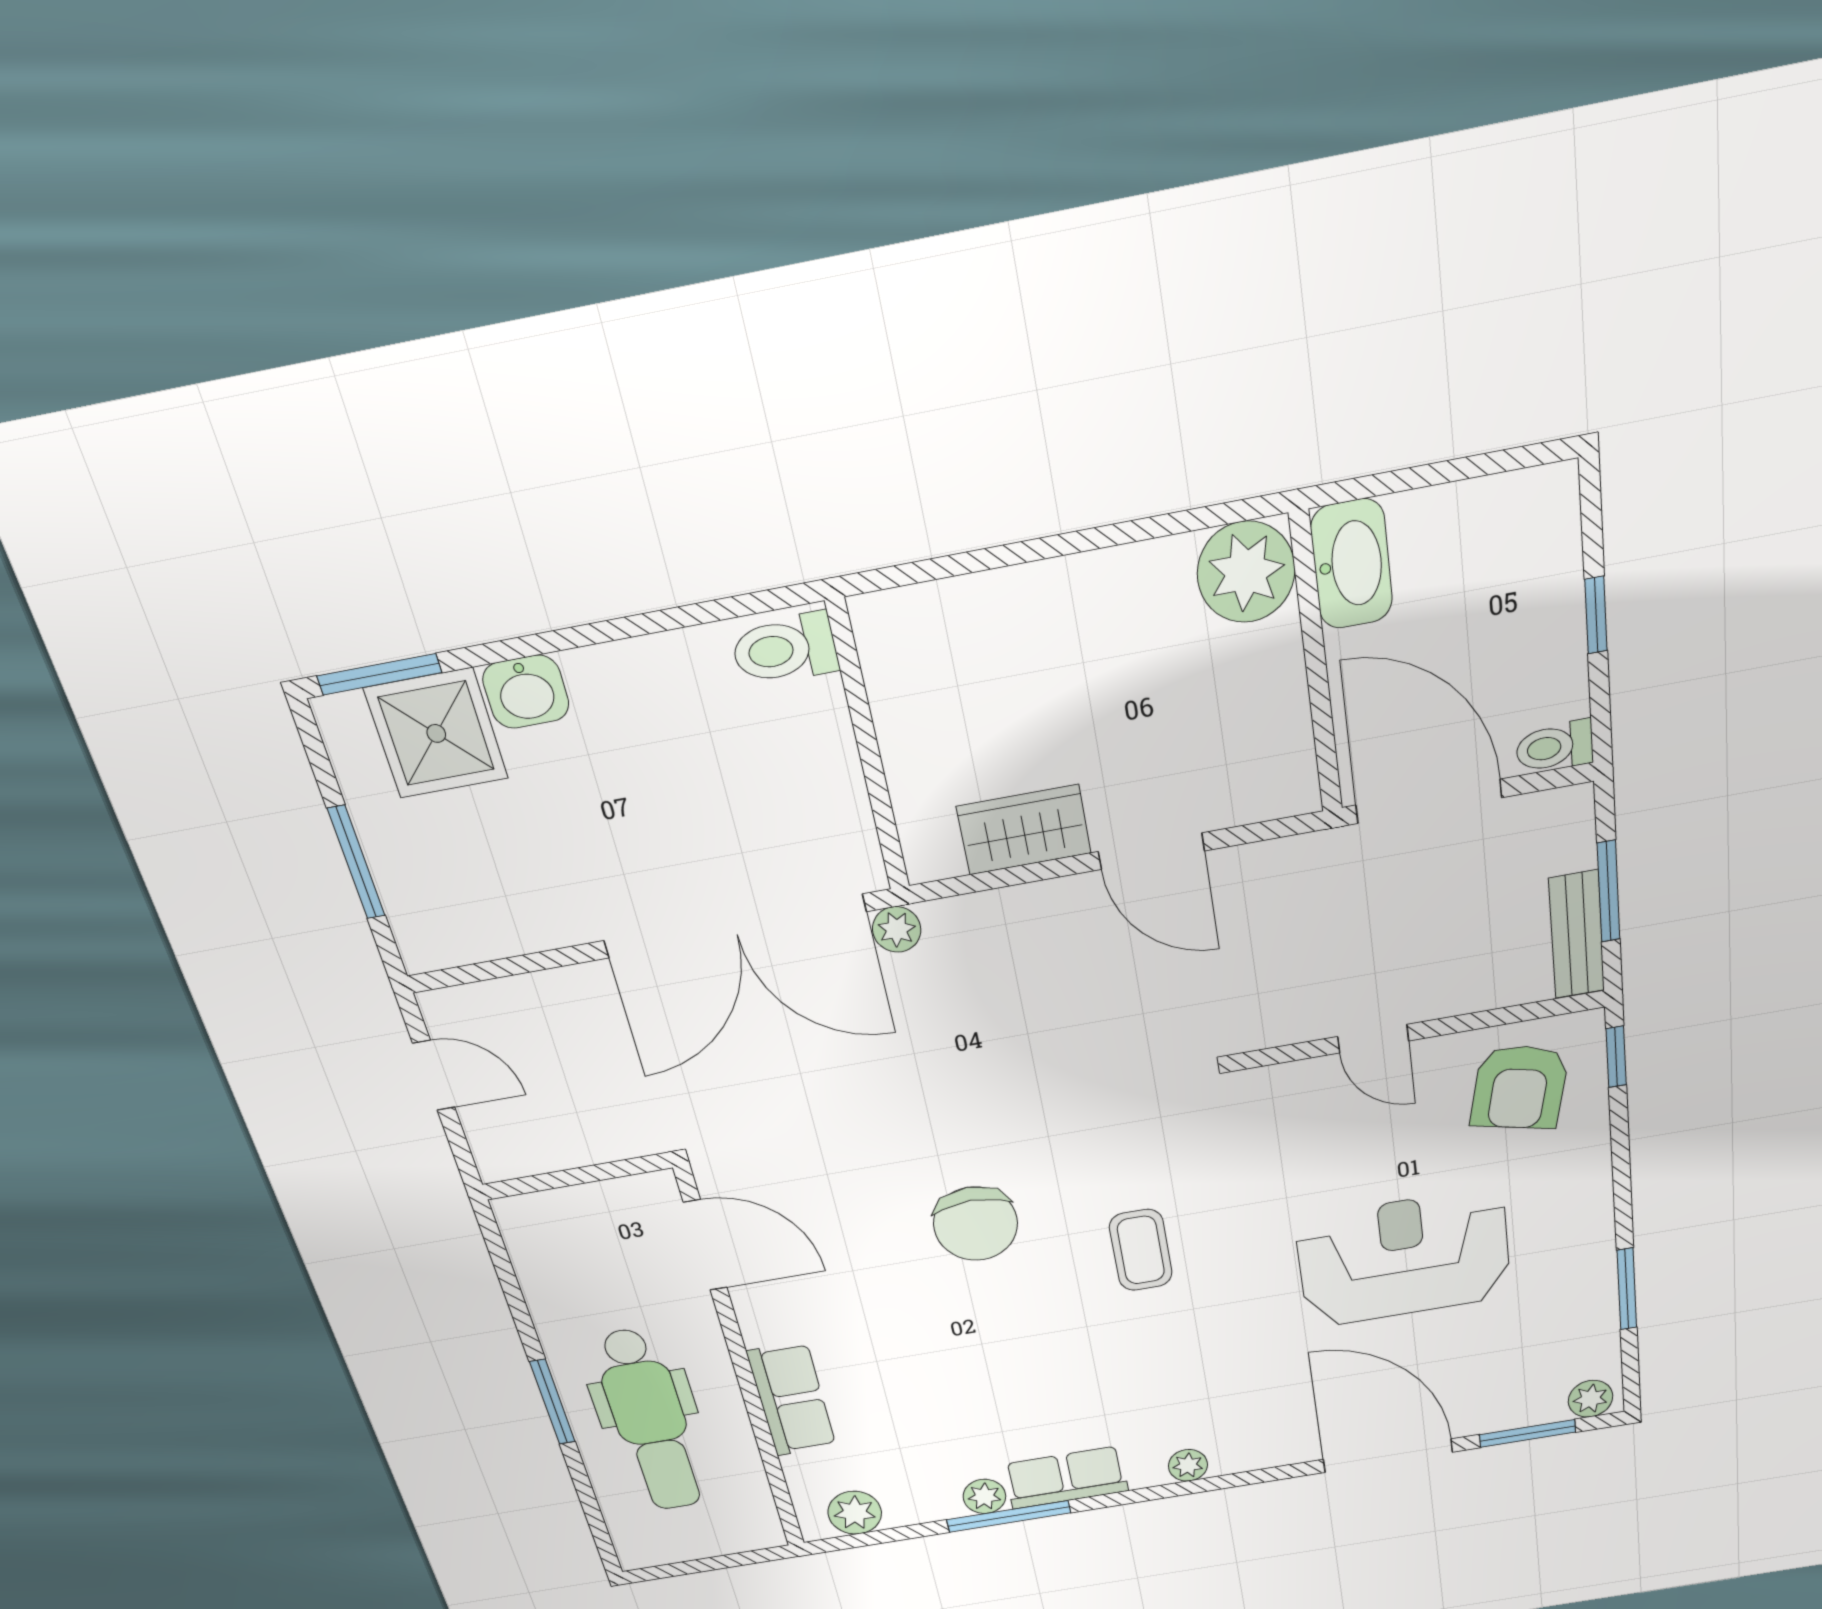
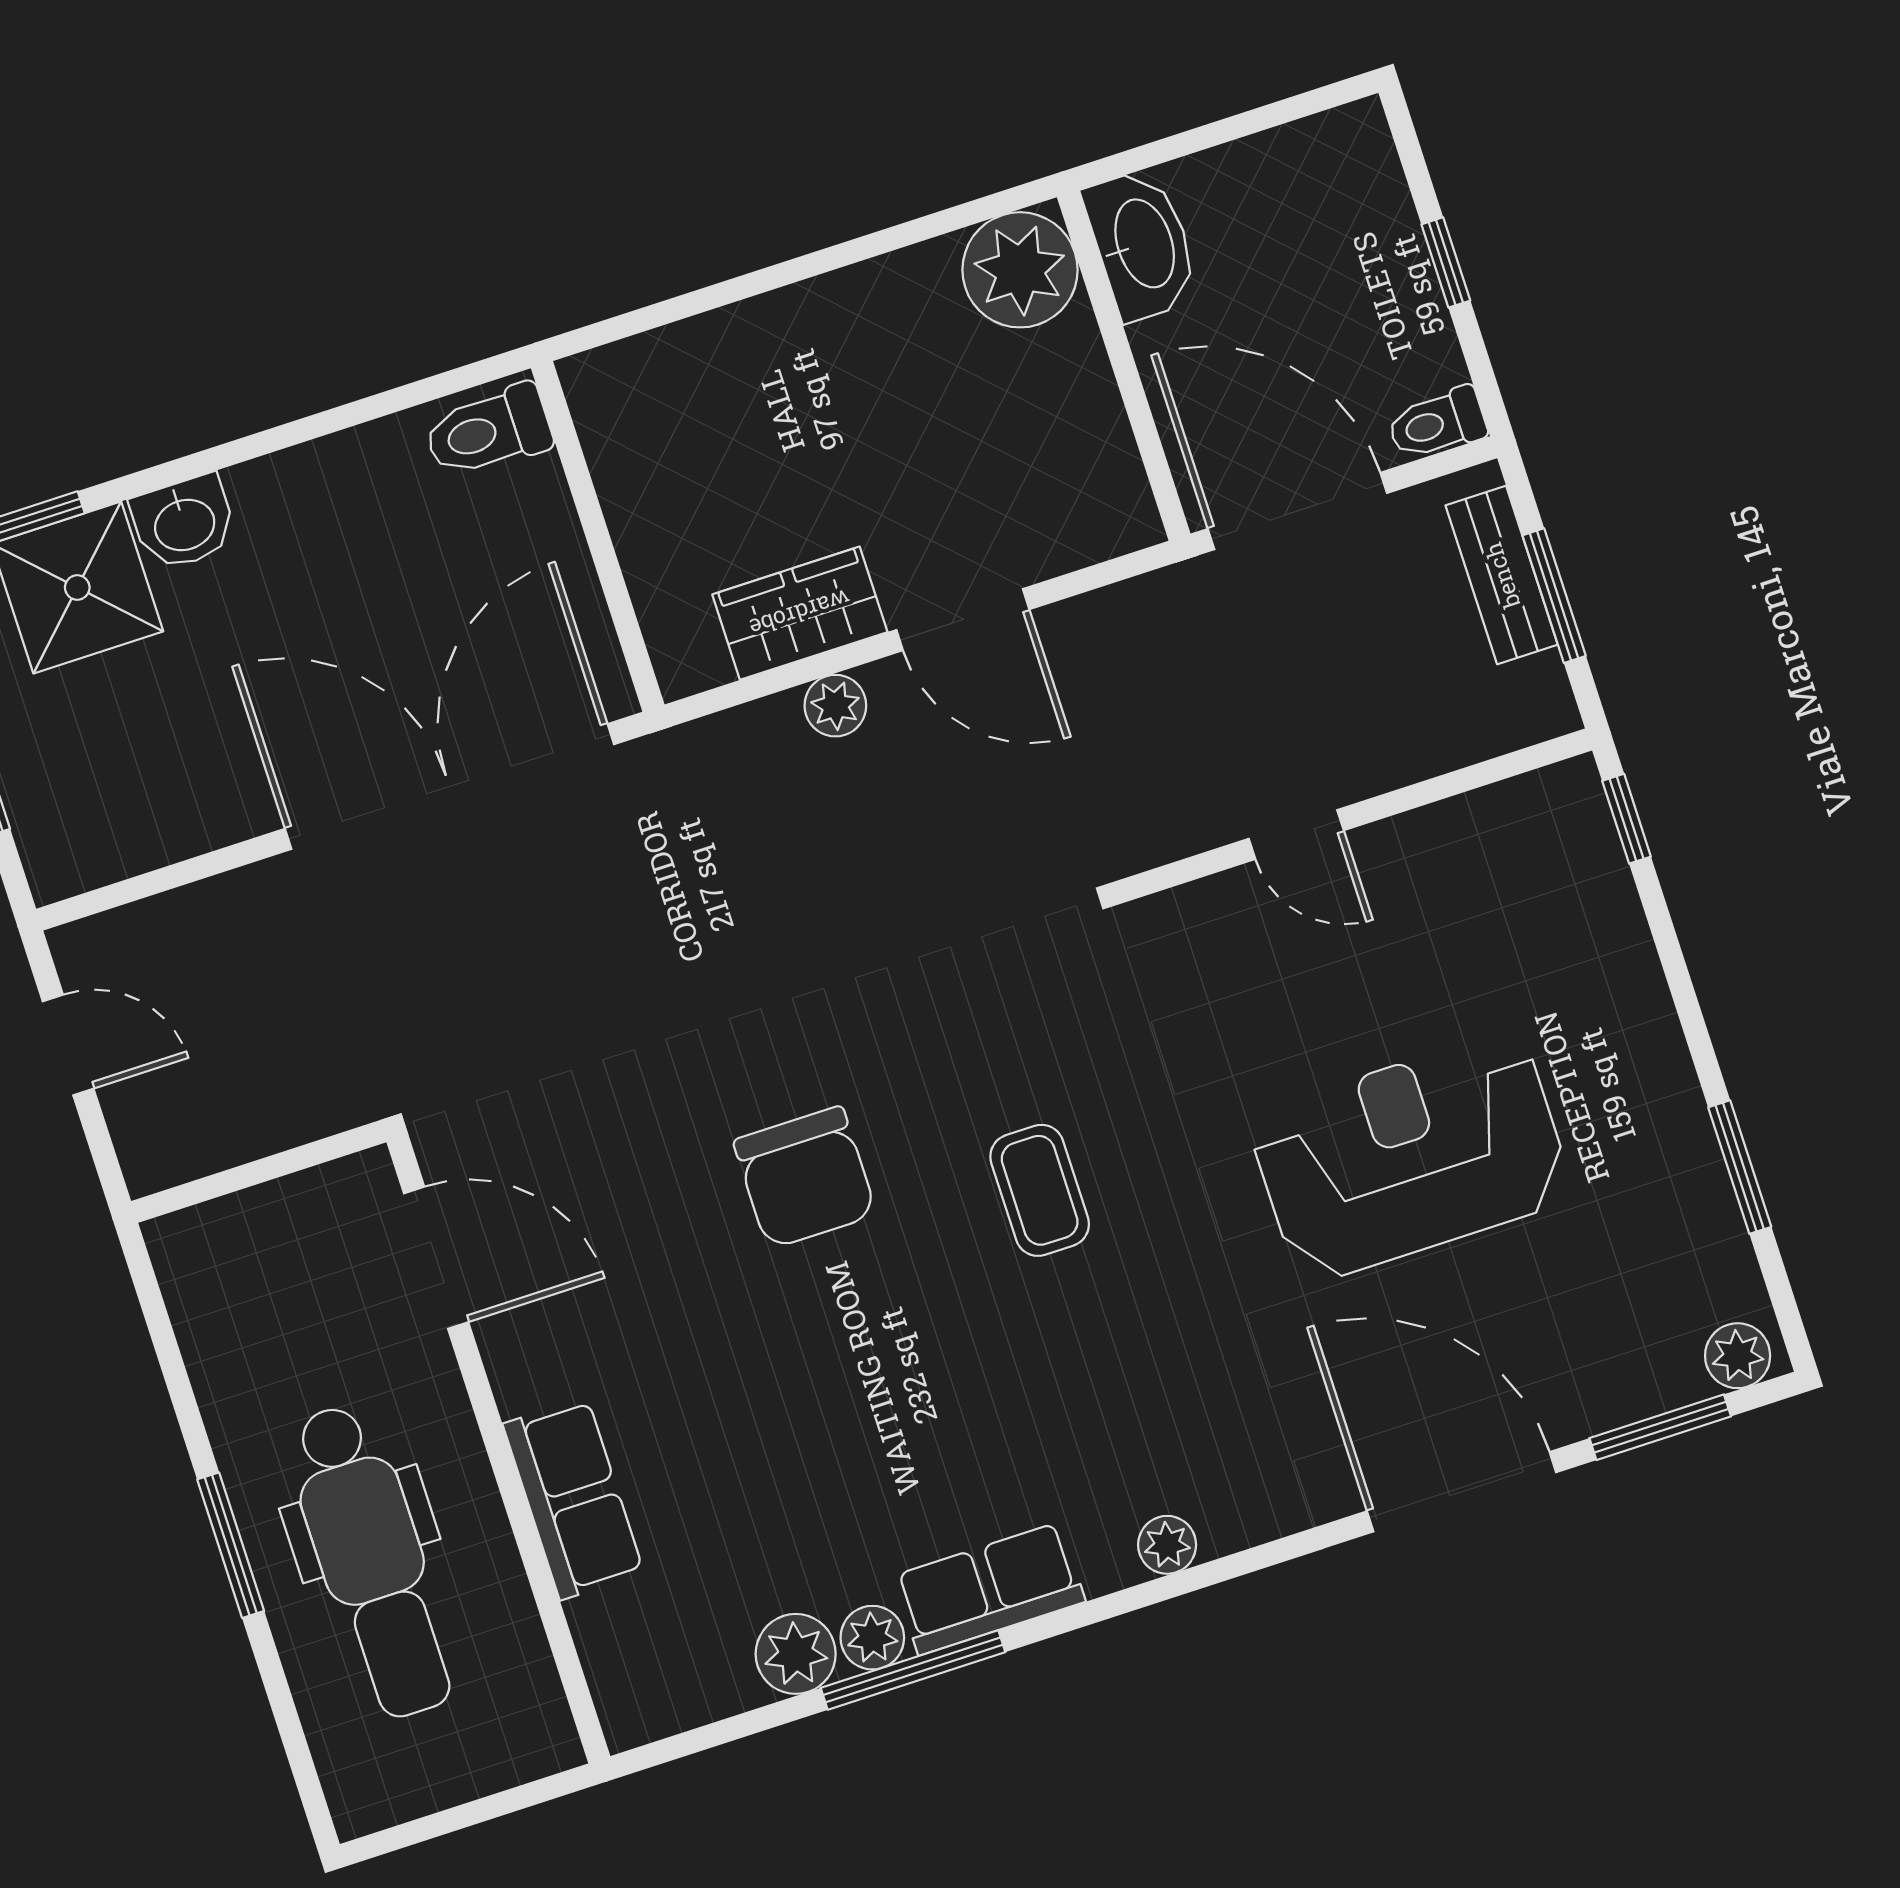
double door: (735, 926) -> (449, 786), swing flipped
plant: (897, 929) -> (835, 706), moved
bench: (1577, 935) -> (1502, 575), moved
armchair: (1519, 1087) -> (1508, 879), removed
plant: (855, 1513) -> (796, 1654), moved

